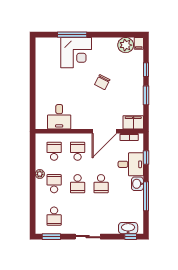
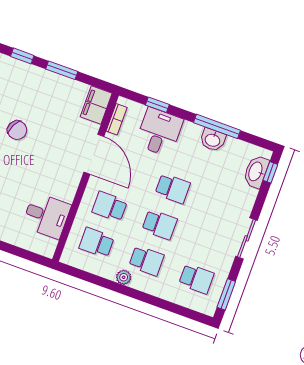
school desk: (54, 184) -> (146, 261), turned 180
washbasin: (137, 184) -> (213, 140), moved

